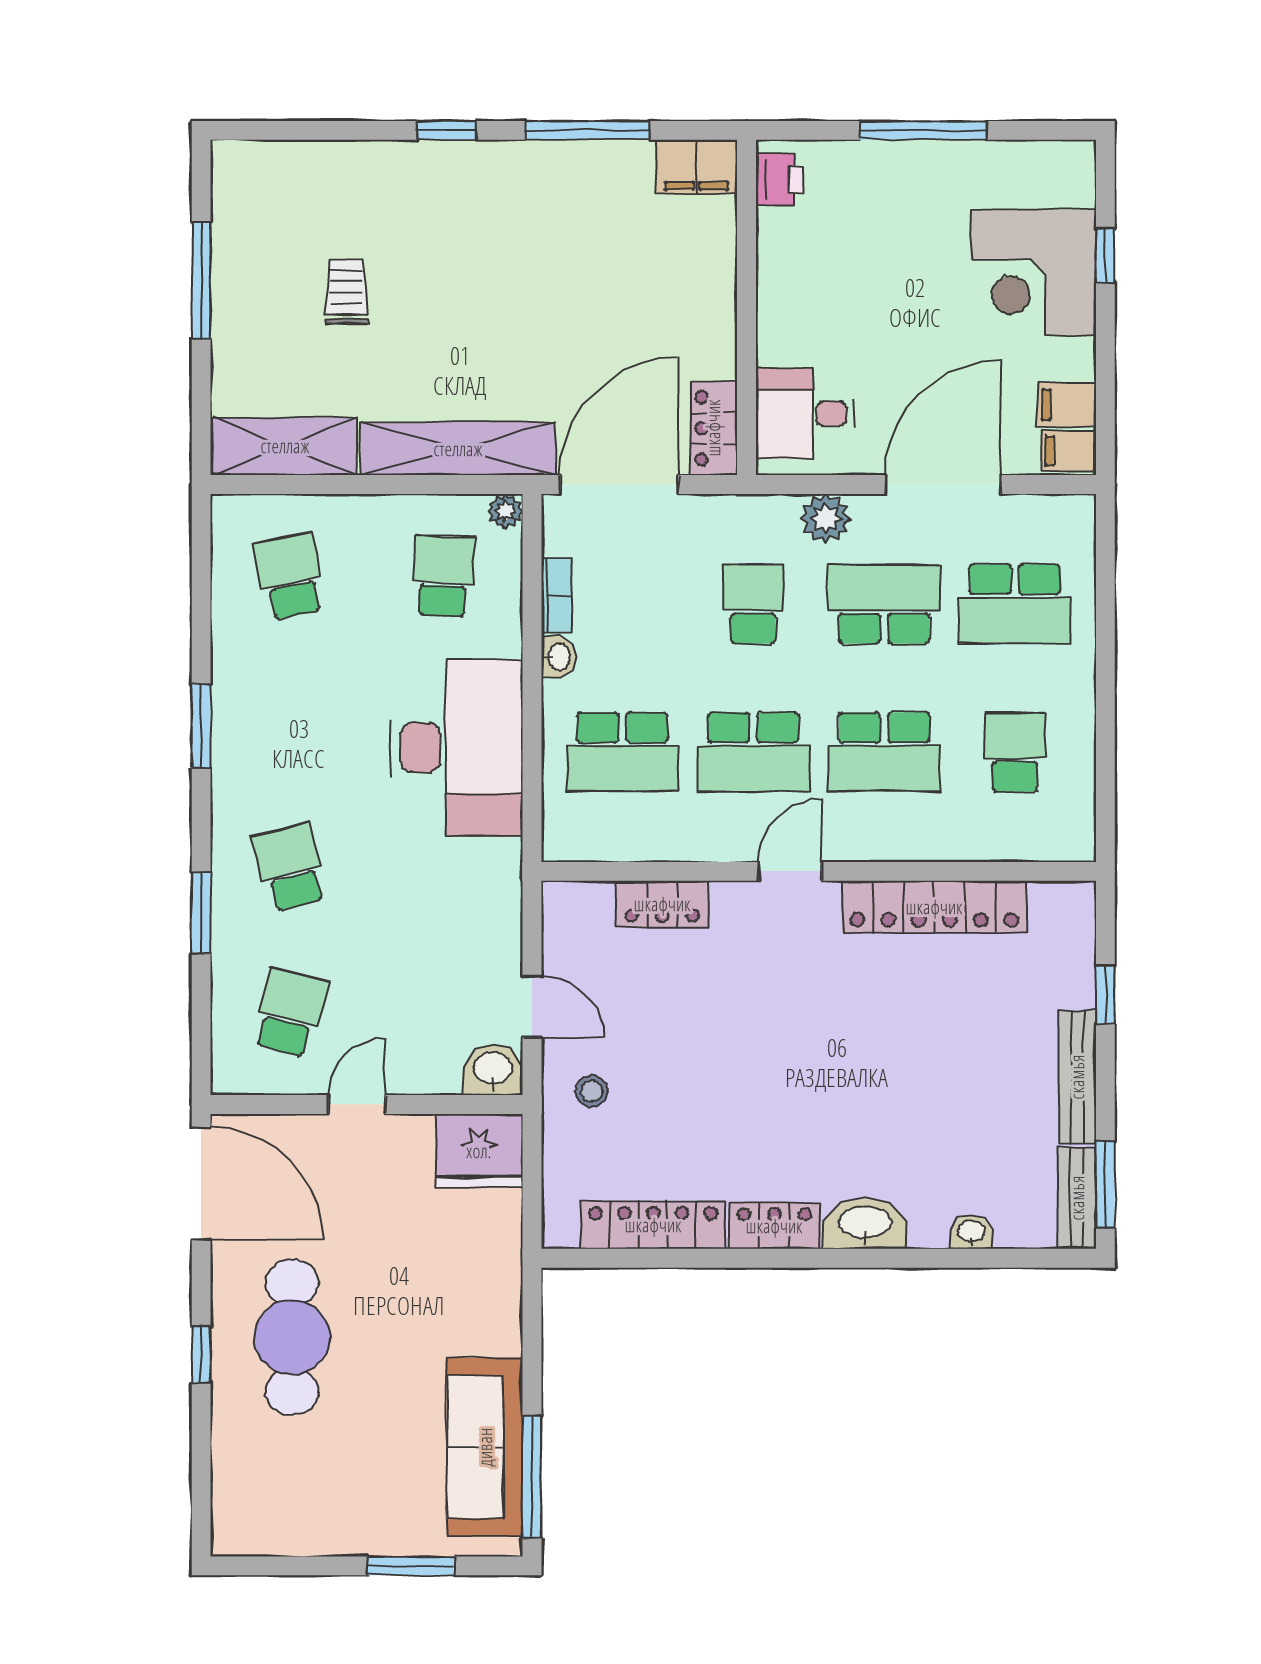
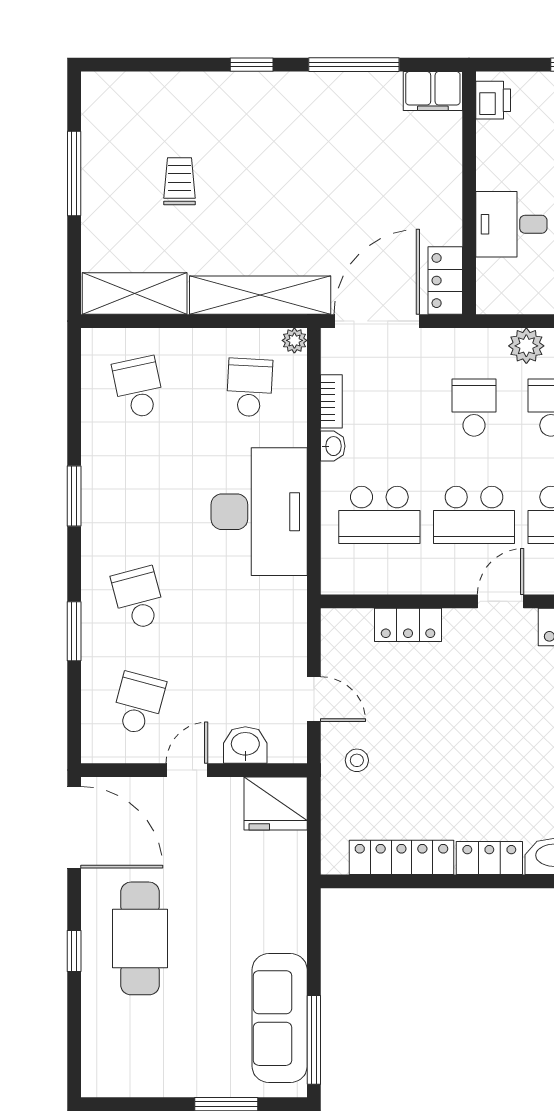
desk: (805, 414) -> (511, 224), moved
washbasin: (493, 1070) -> (245, 745), moved

